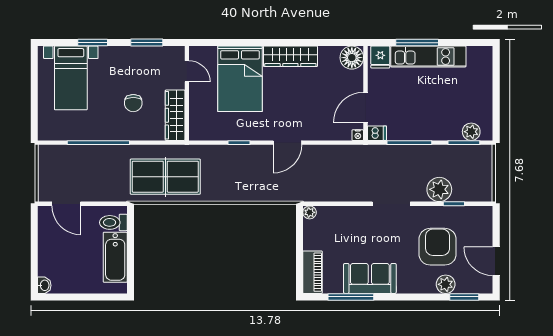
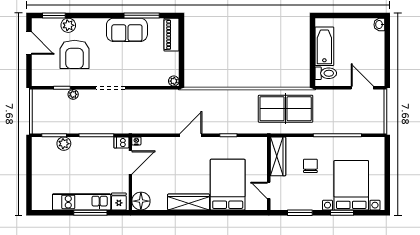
bed with nightstands: (71, 78) -> (351, 185), width x1.36
plant: (471, 132) -> (64, 144), moved
plant: (439, 189) -> (73, 94), width x0.53, depth x0.53

